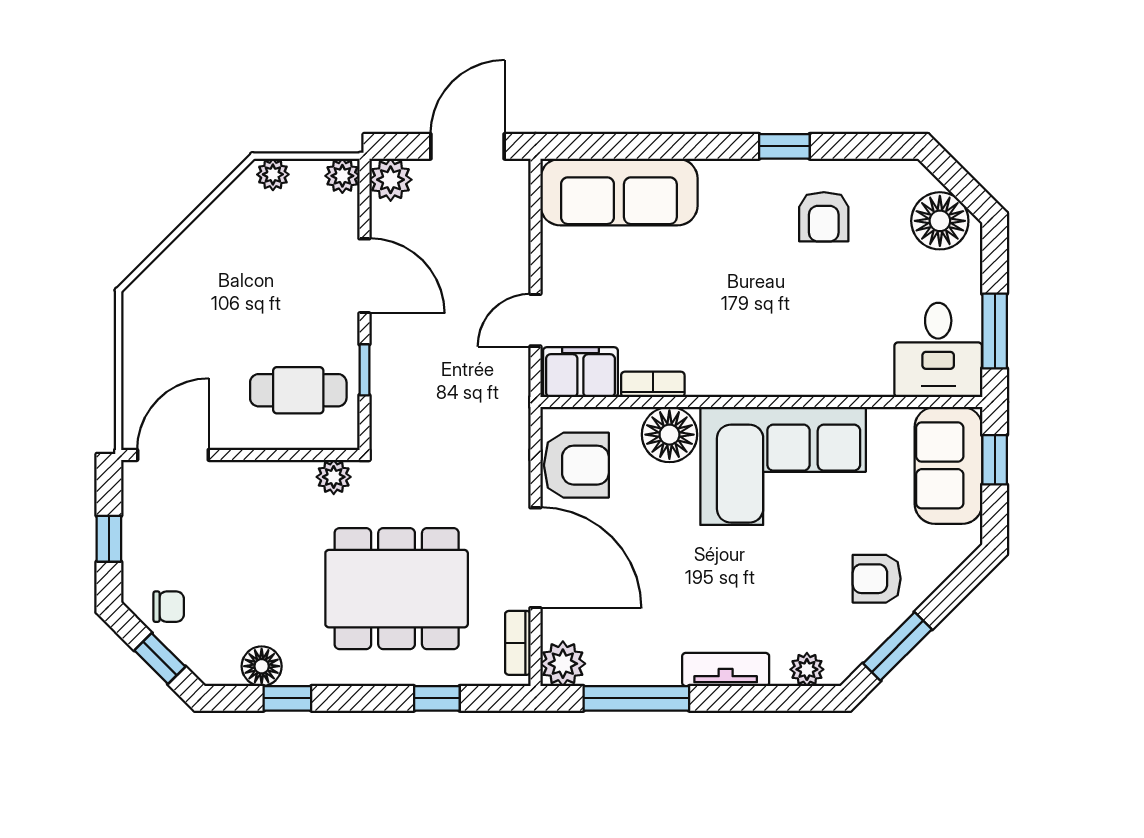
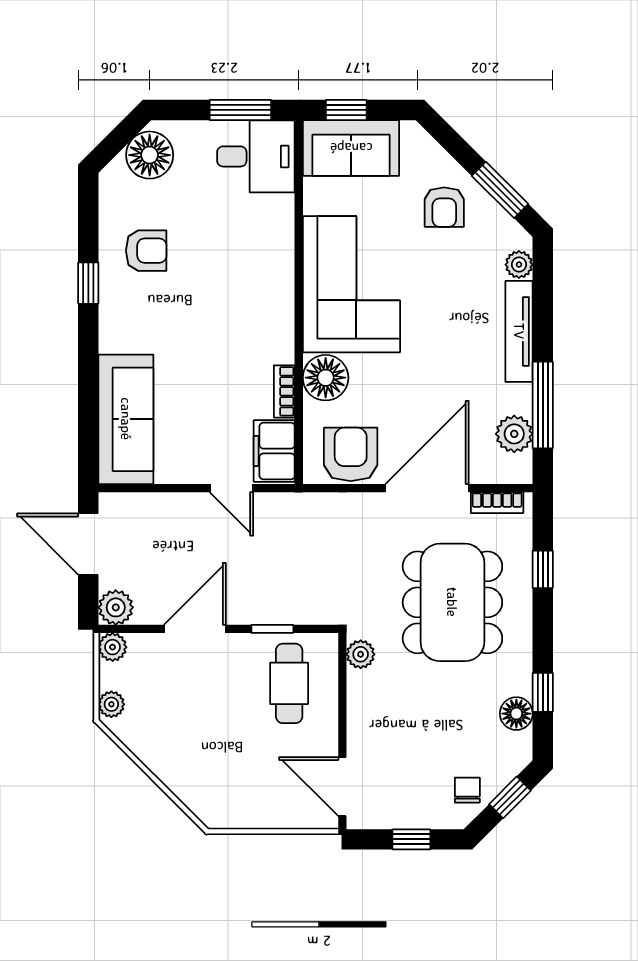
plant: (563, 664) -> (514, 434), moved
tv unit: (726, 669) -> (519, 331), width x1.41

